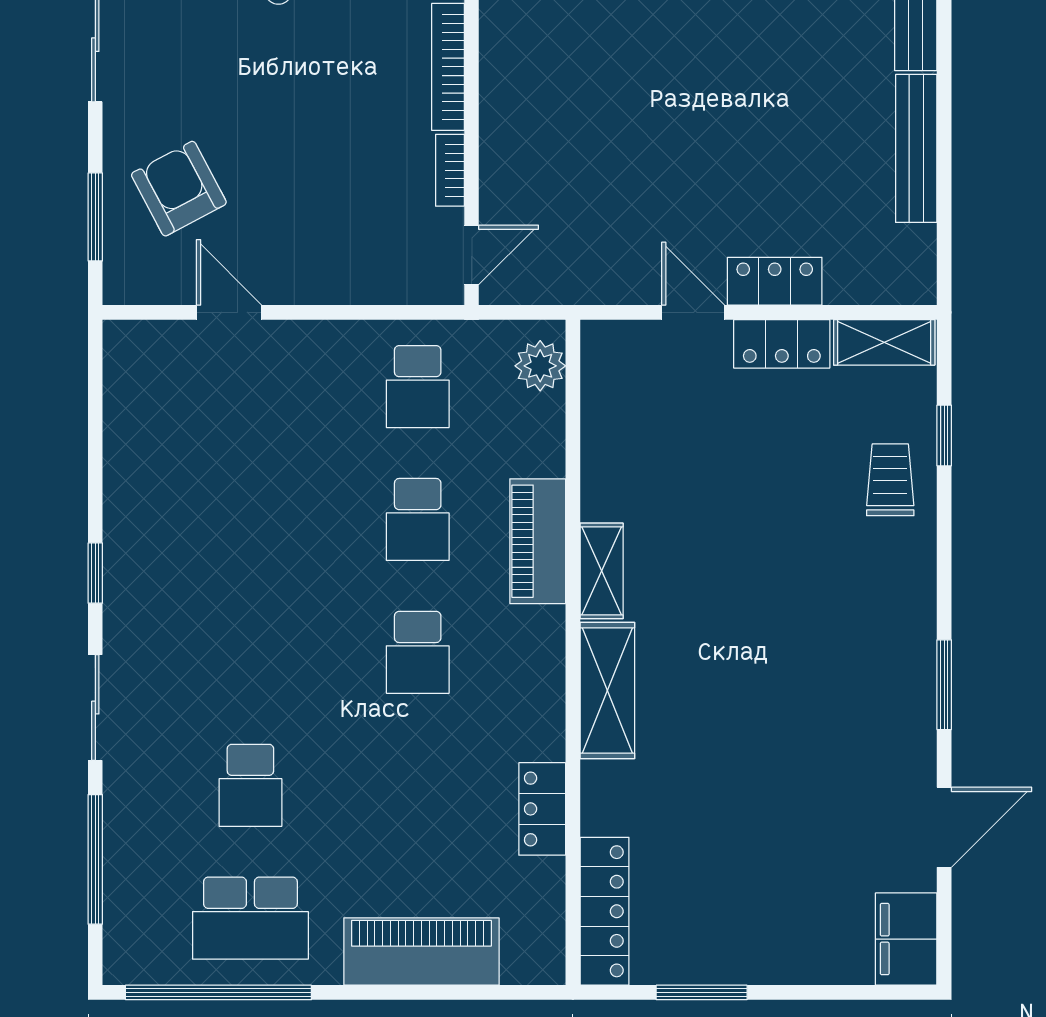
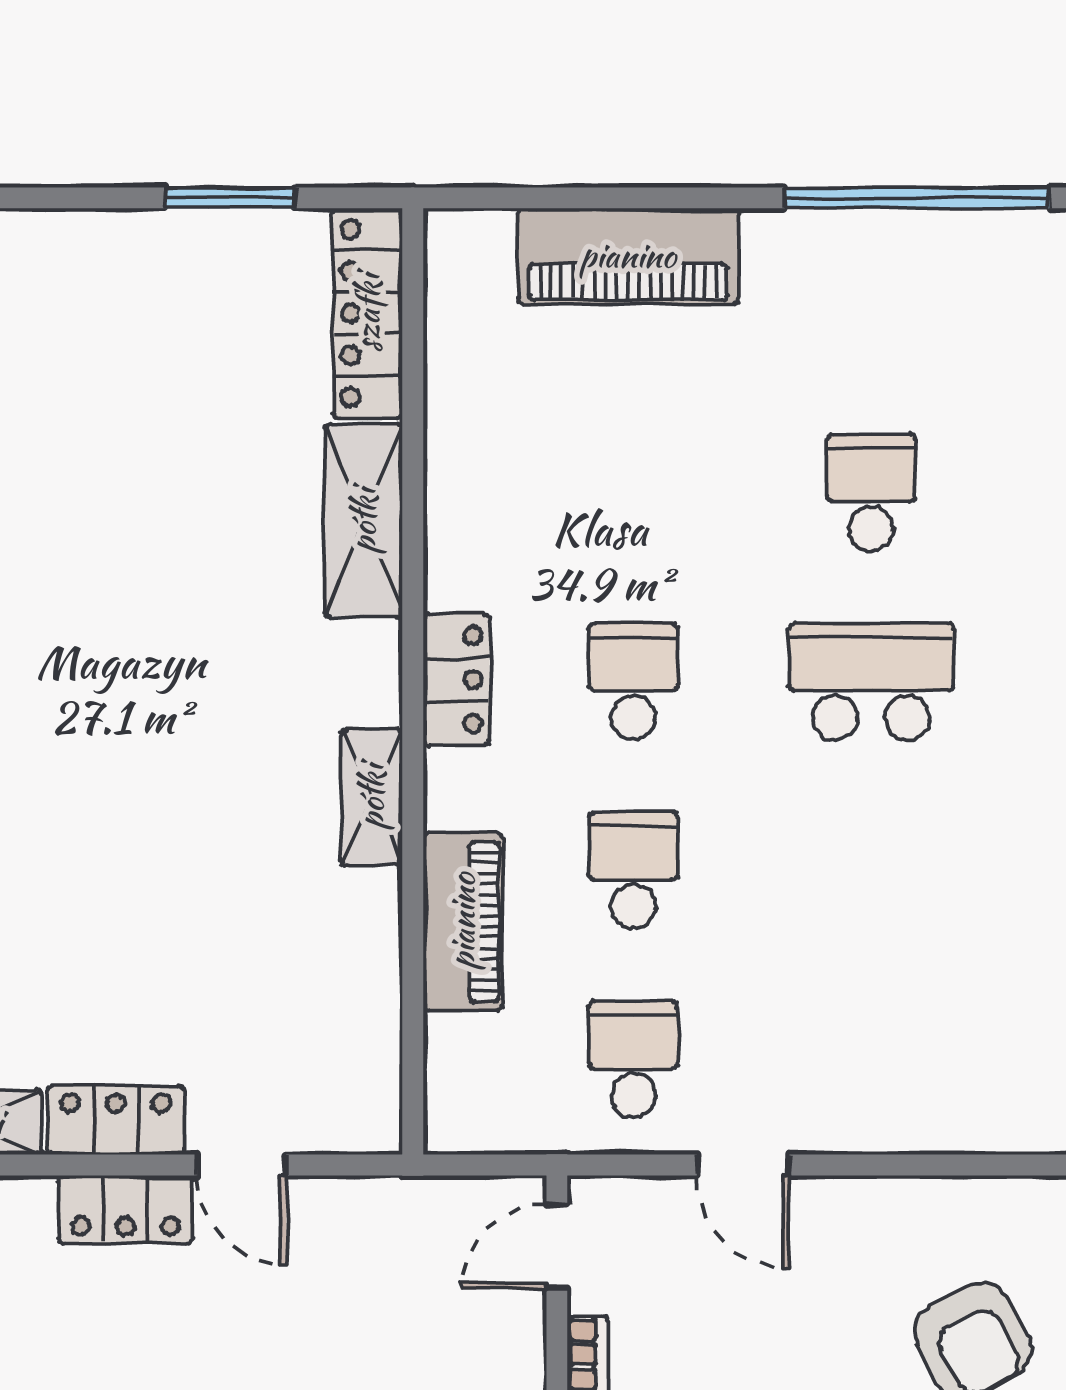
door: (229, 312) -> (743, 1165), moved
plant: (540, 366) -> (459, 1089), removed
piano: (538, 541) -> (463, 921), moved
shelving: (607, 691) -> (364, 521), moved
locker: (542, 809) -> (456, 680), moved
school desk: (250, 918) -> (871, 681), moved

